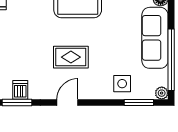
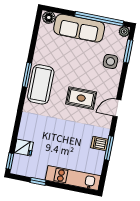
rug: (71, 57) -> (81, 98), turned 90
door: (67, 103) -> (117, 108), hinge flipped

